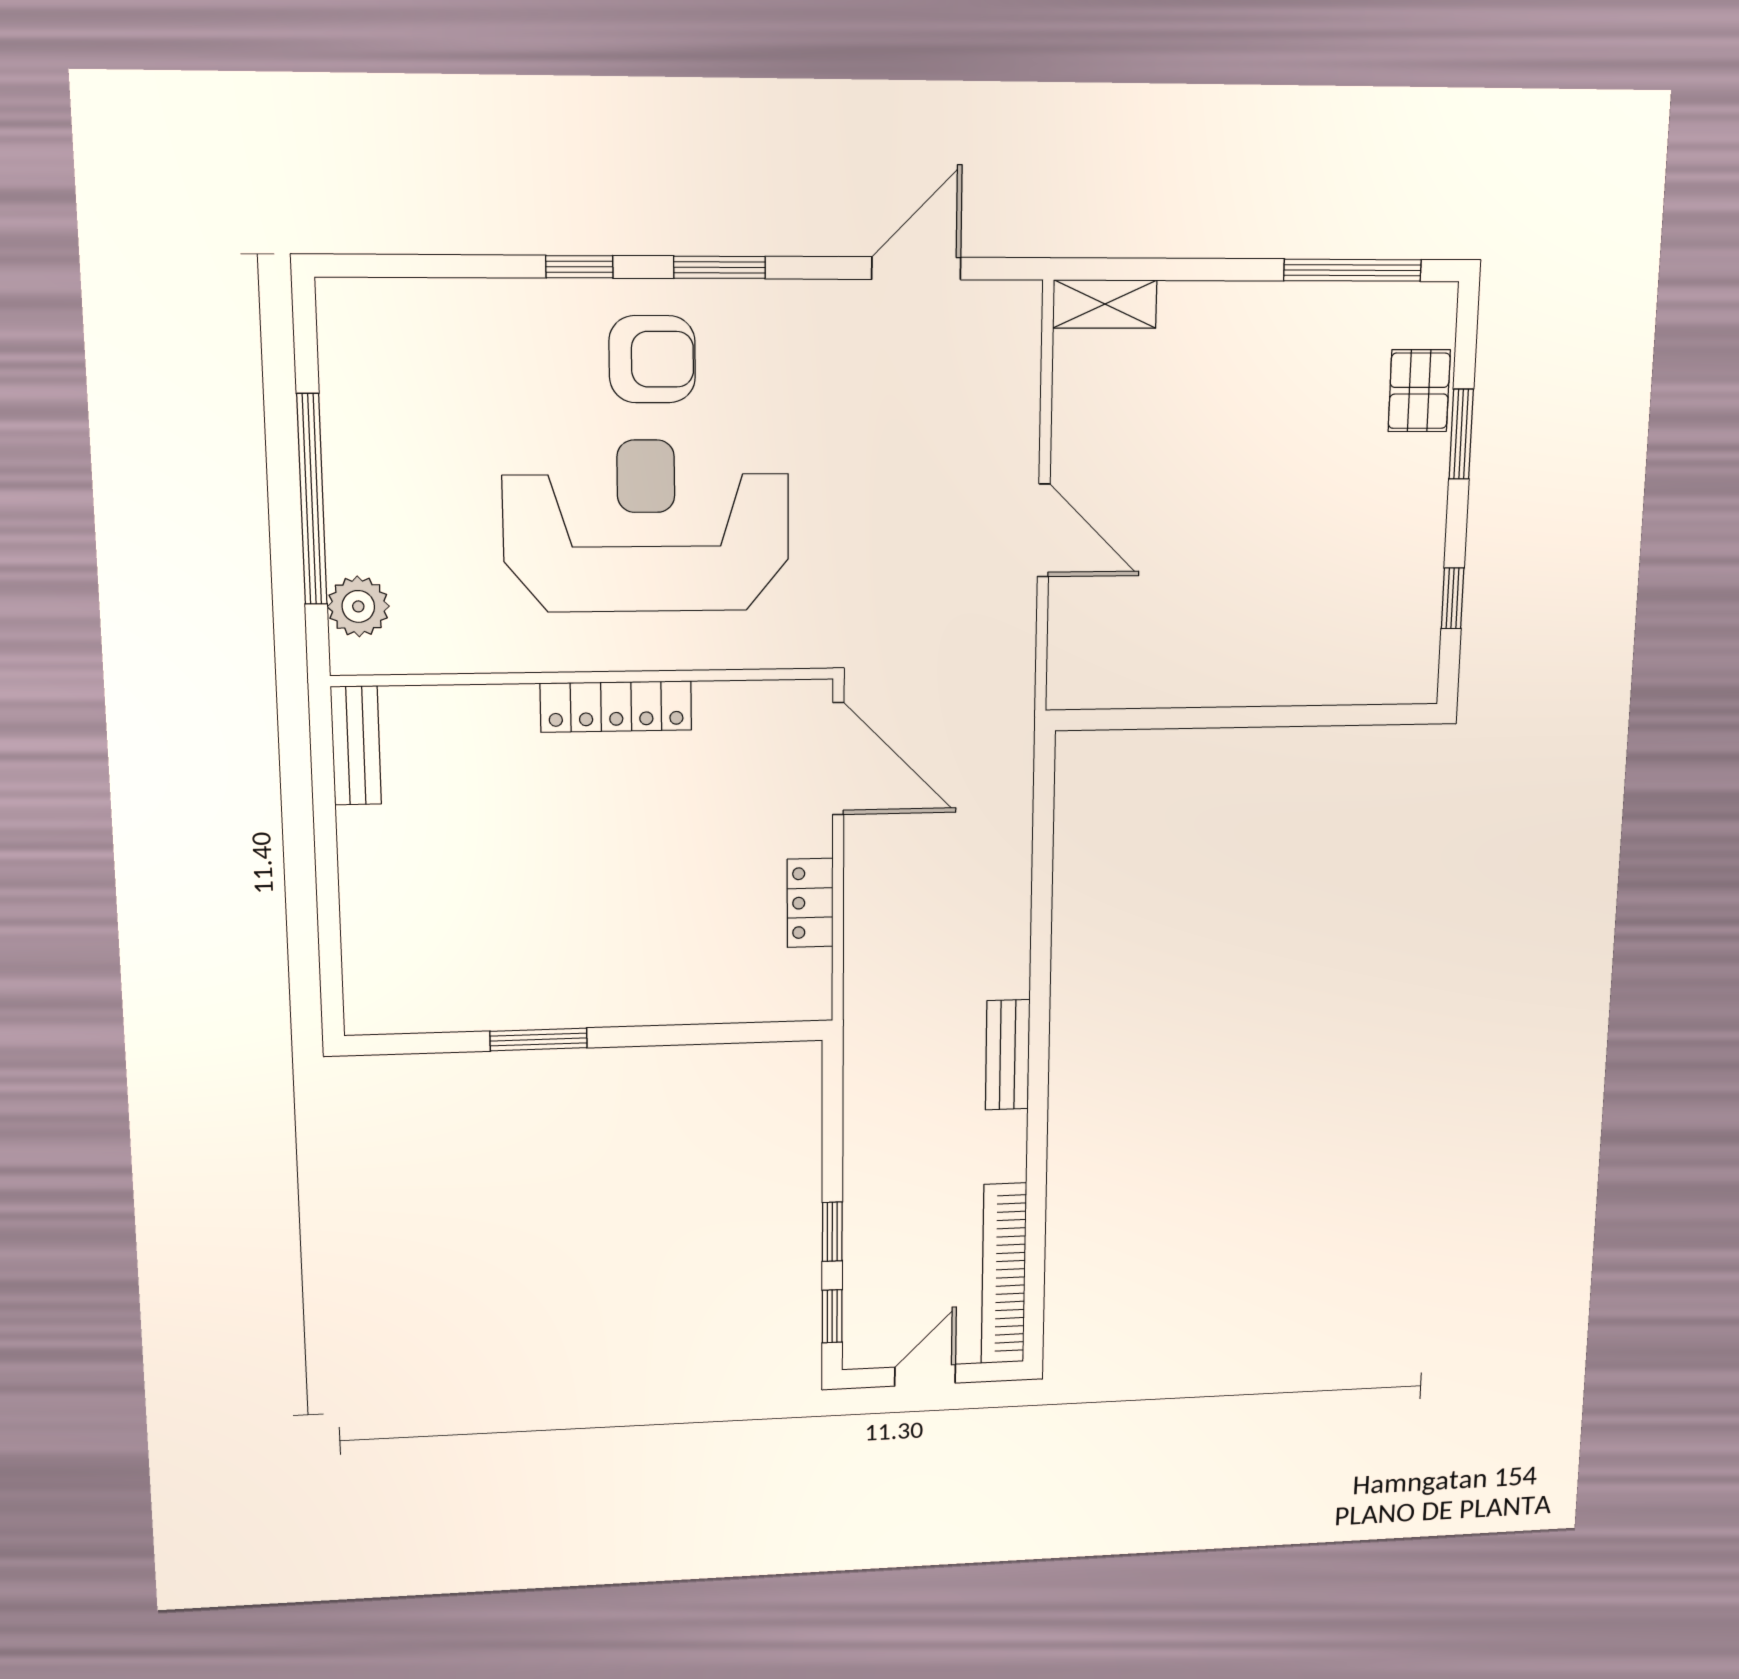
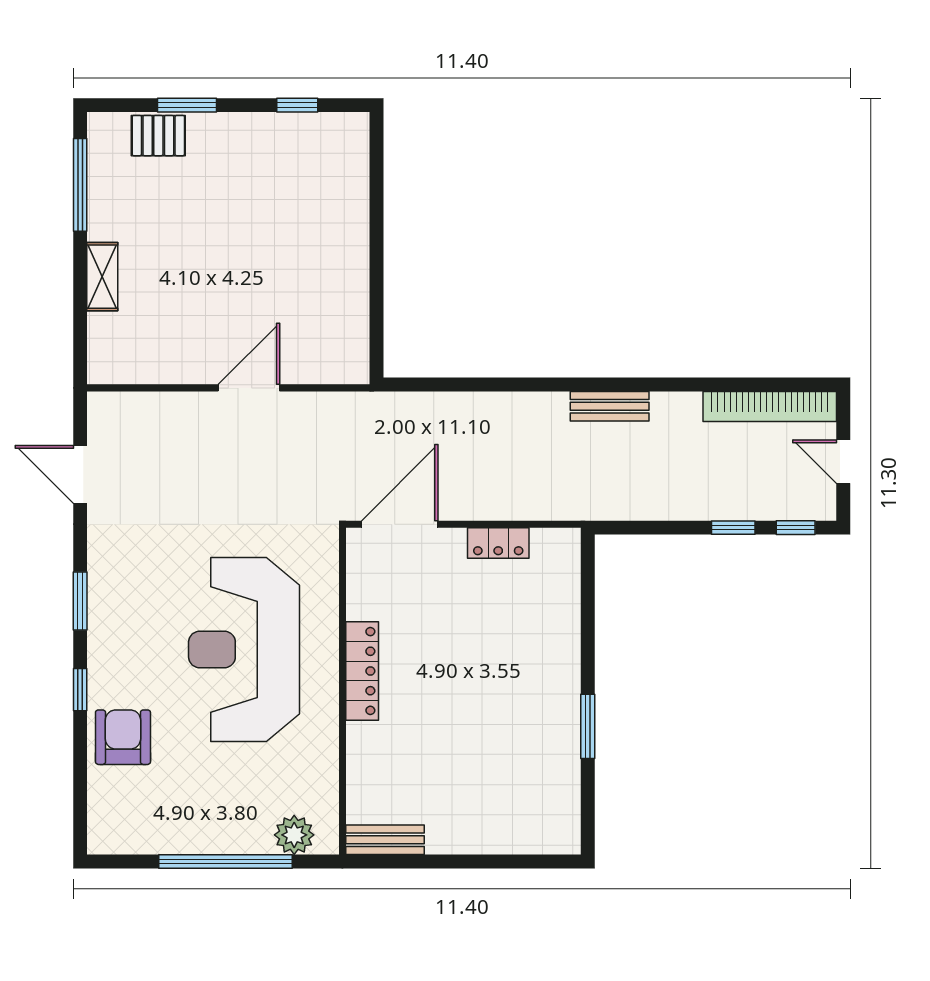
shelving: (1105, 304) -> (102, 277), moved
armchair: (652, 359) -> (123, 737), moved

